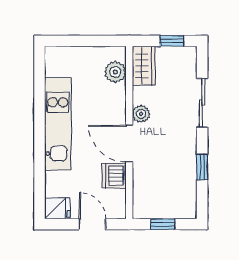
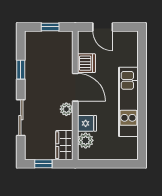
fridge: (57, 208) -> (87, 123), moved, turned 180

